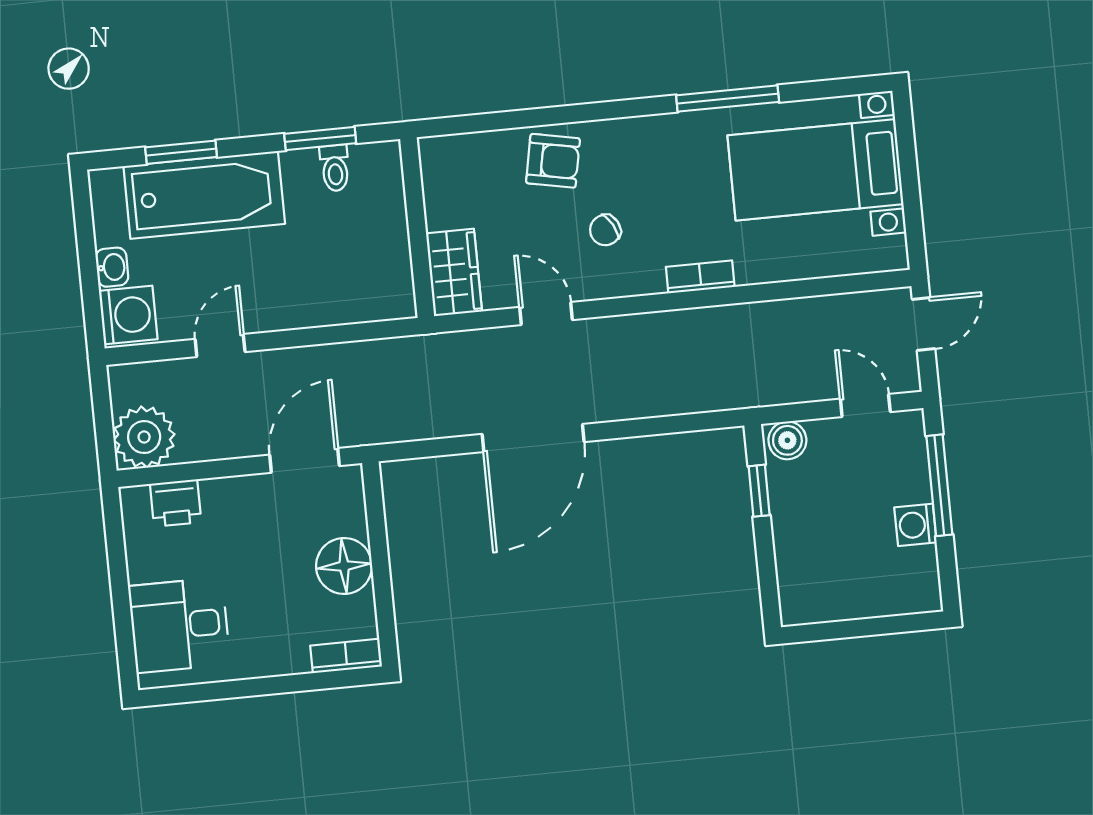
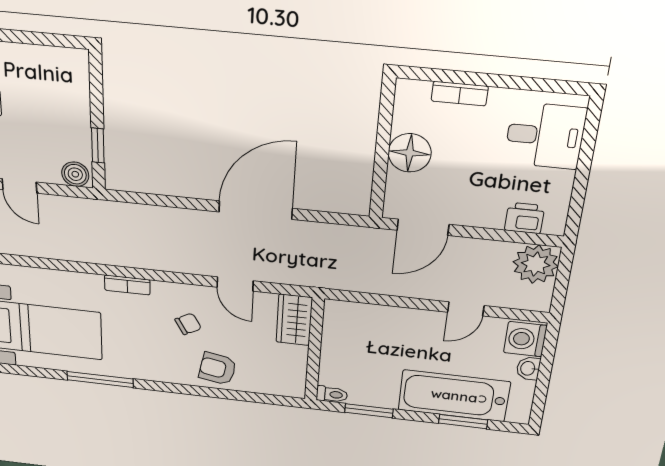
toilet: (335, 168) -> (332, 394), moved, turned 90
bookcase: (346, 656) -> (460, 94), moved

